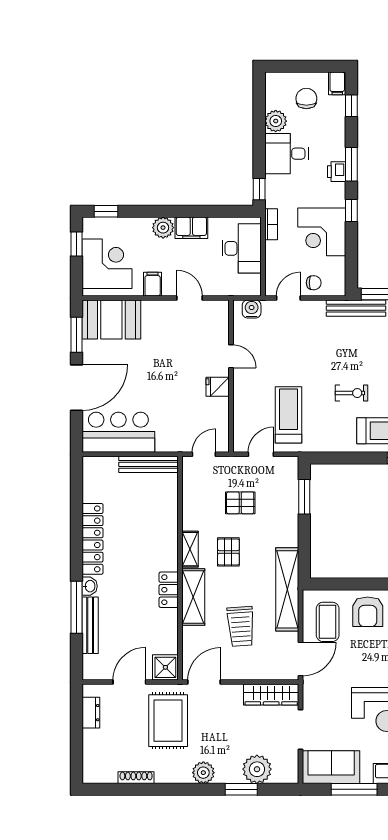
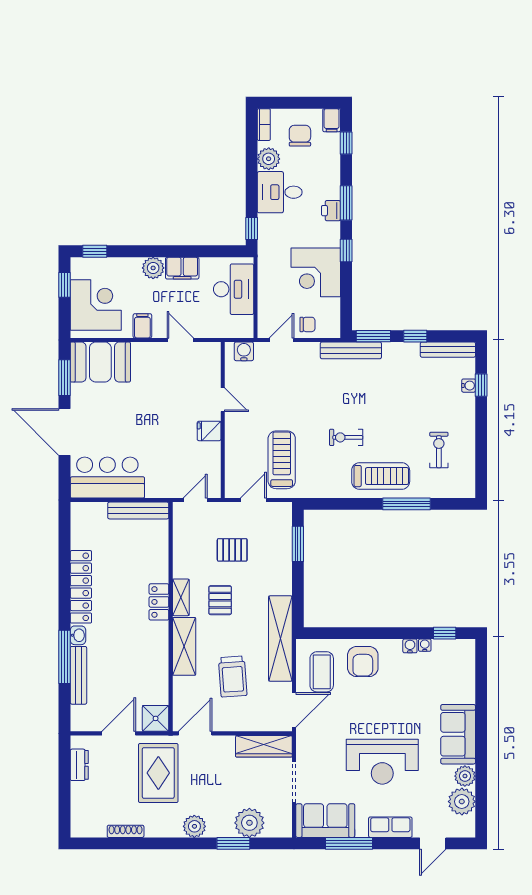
bookcase: (271, 224) -> (264, 125), moved
door: (77, 388) -> (65, 432), swing flipped
exercise bike: (351, 393) -> (346, 437), turned 180
locker: (169, 590) -> (159, 602), moved

